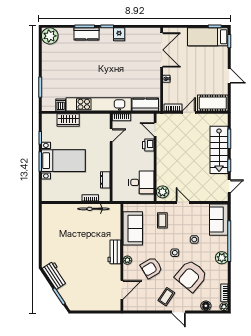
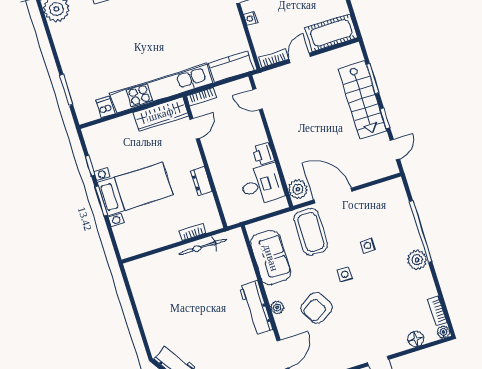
wardrobe: (68, 120) -> (161, 114), moved, width x1.50
printer: (148, 145) -> (263, 154), moved
dresser: (105, 180) -> (201, 181), moved
door: (183, 202) -> (333, 196), width x1.87
coffee table: (162, 220) -> (311, 232), width x1.86, depth x1.72
sofa: (219, 220) -> (395, 204), removed
workbench: (114, 252) -> (256, 308), width x1.38
armchair: (191, 276) -> (380, 301), removed
coffee table: (166, 297) -> (353, 344), removed

